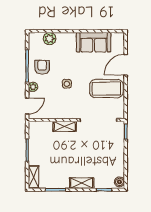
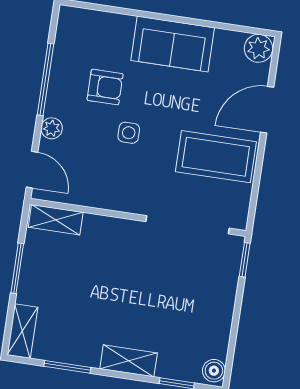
plant: (50, 39) -> (258, 48), moved
sofa: (94, 42) -> (173, 44), moved
armchair: (42, 67) -> (105, 87), moved, turned 90
door: (27, 106) -> (32, 170), hinge flipped
shelving: (65, 126) -> (56, 220), moved

